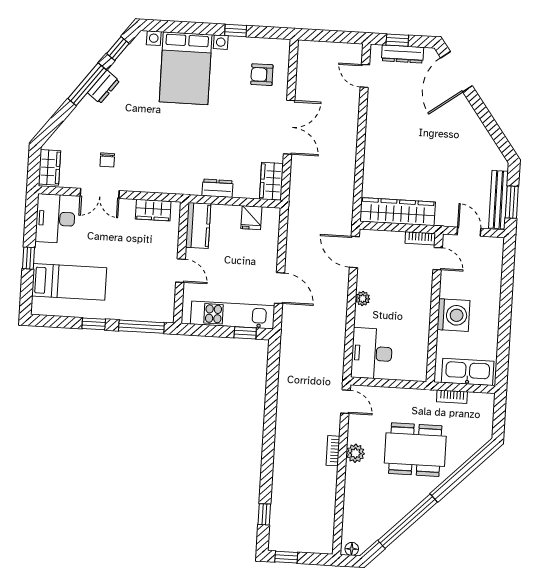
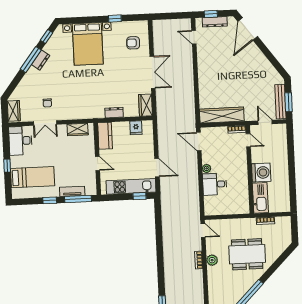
tv unit: (133, 313) -> (72, 191), added
desk: (372, 353) -> (215, 184), moved, width x0.73
kitchen sink: (468, 372) -> (260, 198), moved, turned 90

